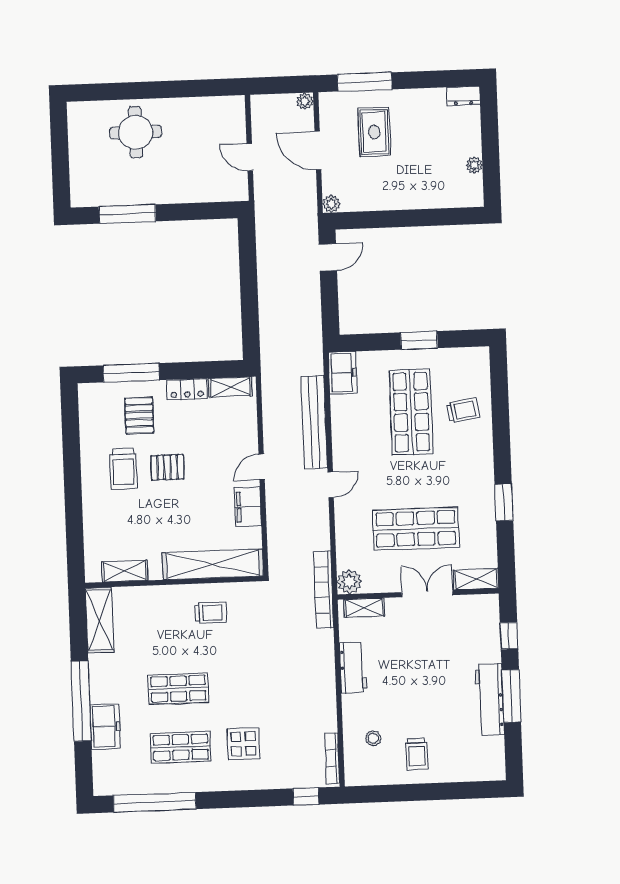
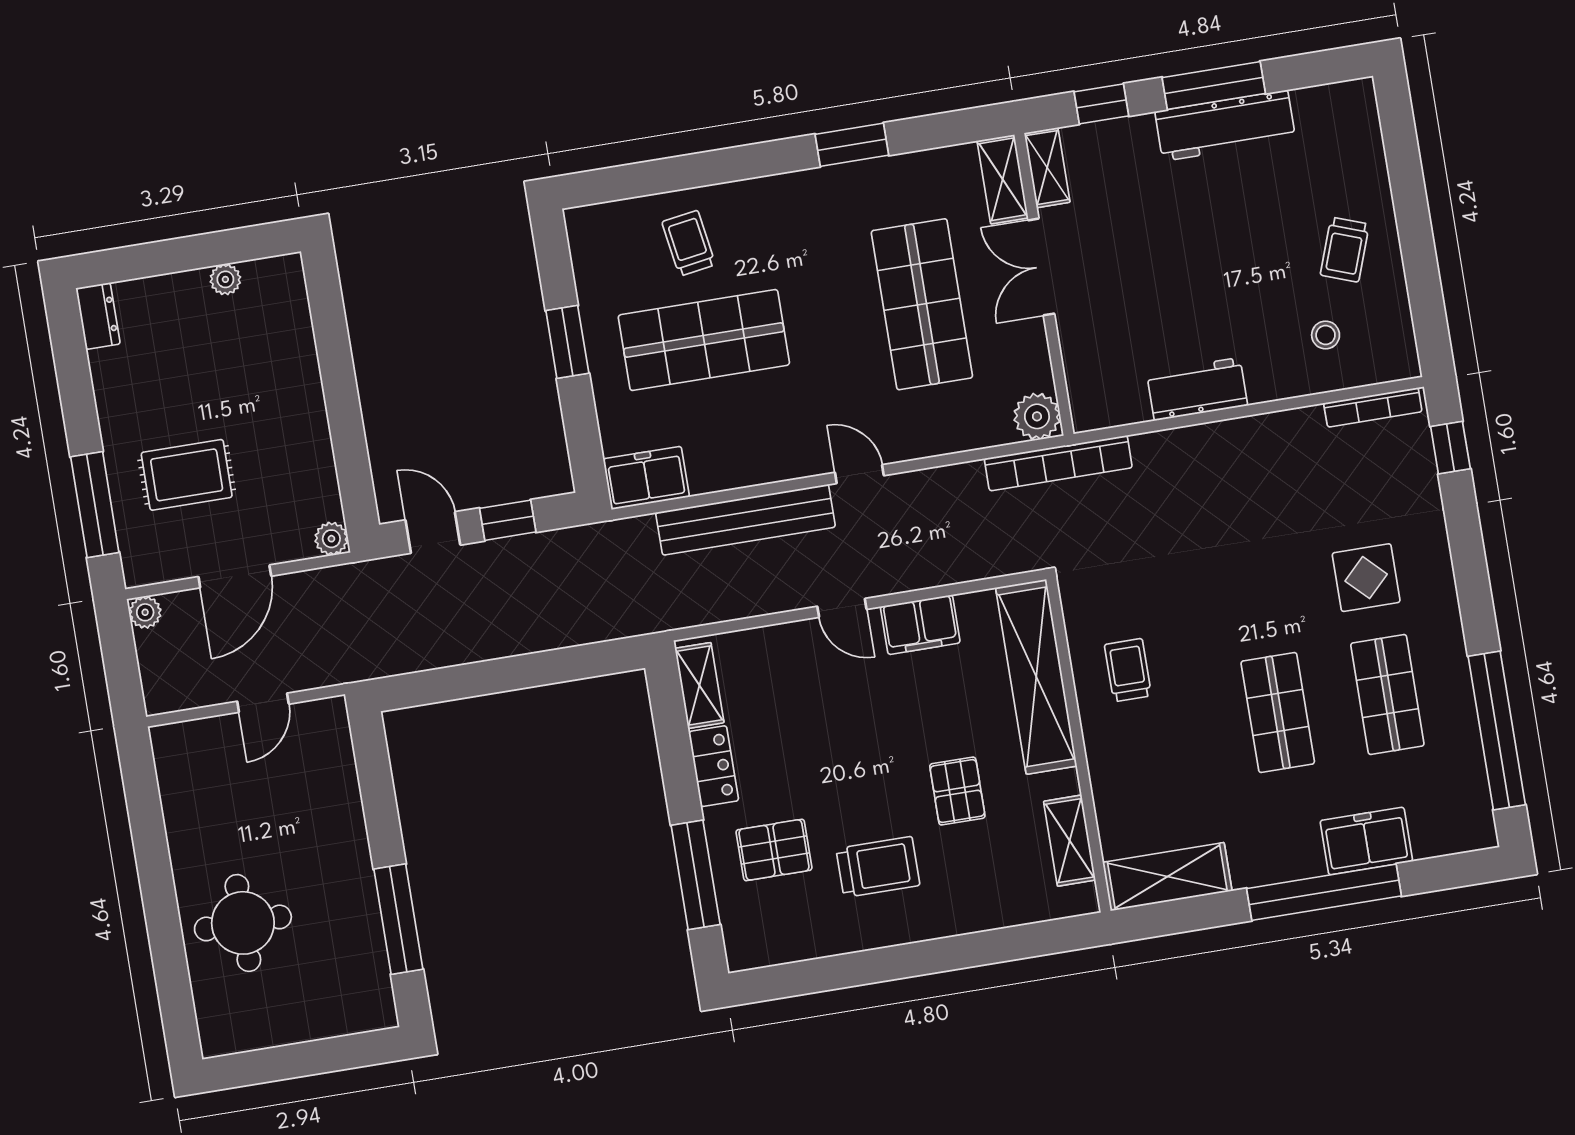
window: (329, 297) -> (508, 520), added
pallet: (167, 467) -> (957, 791), moved
shelving: (364, 608) -> (1047, 168), moved
trolley: (417, 754) -> (1345, 250), turned 110

